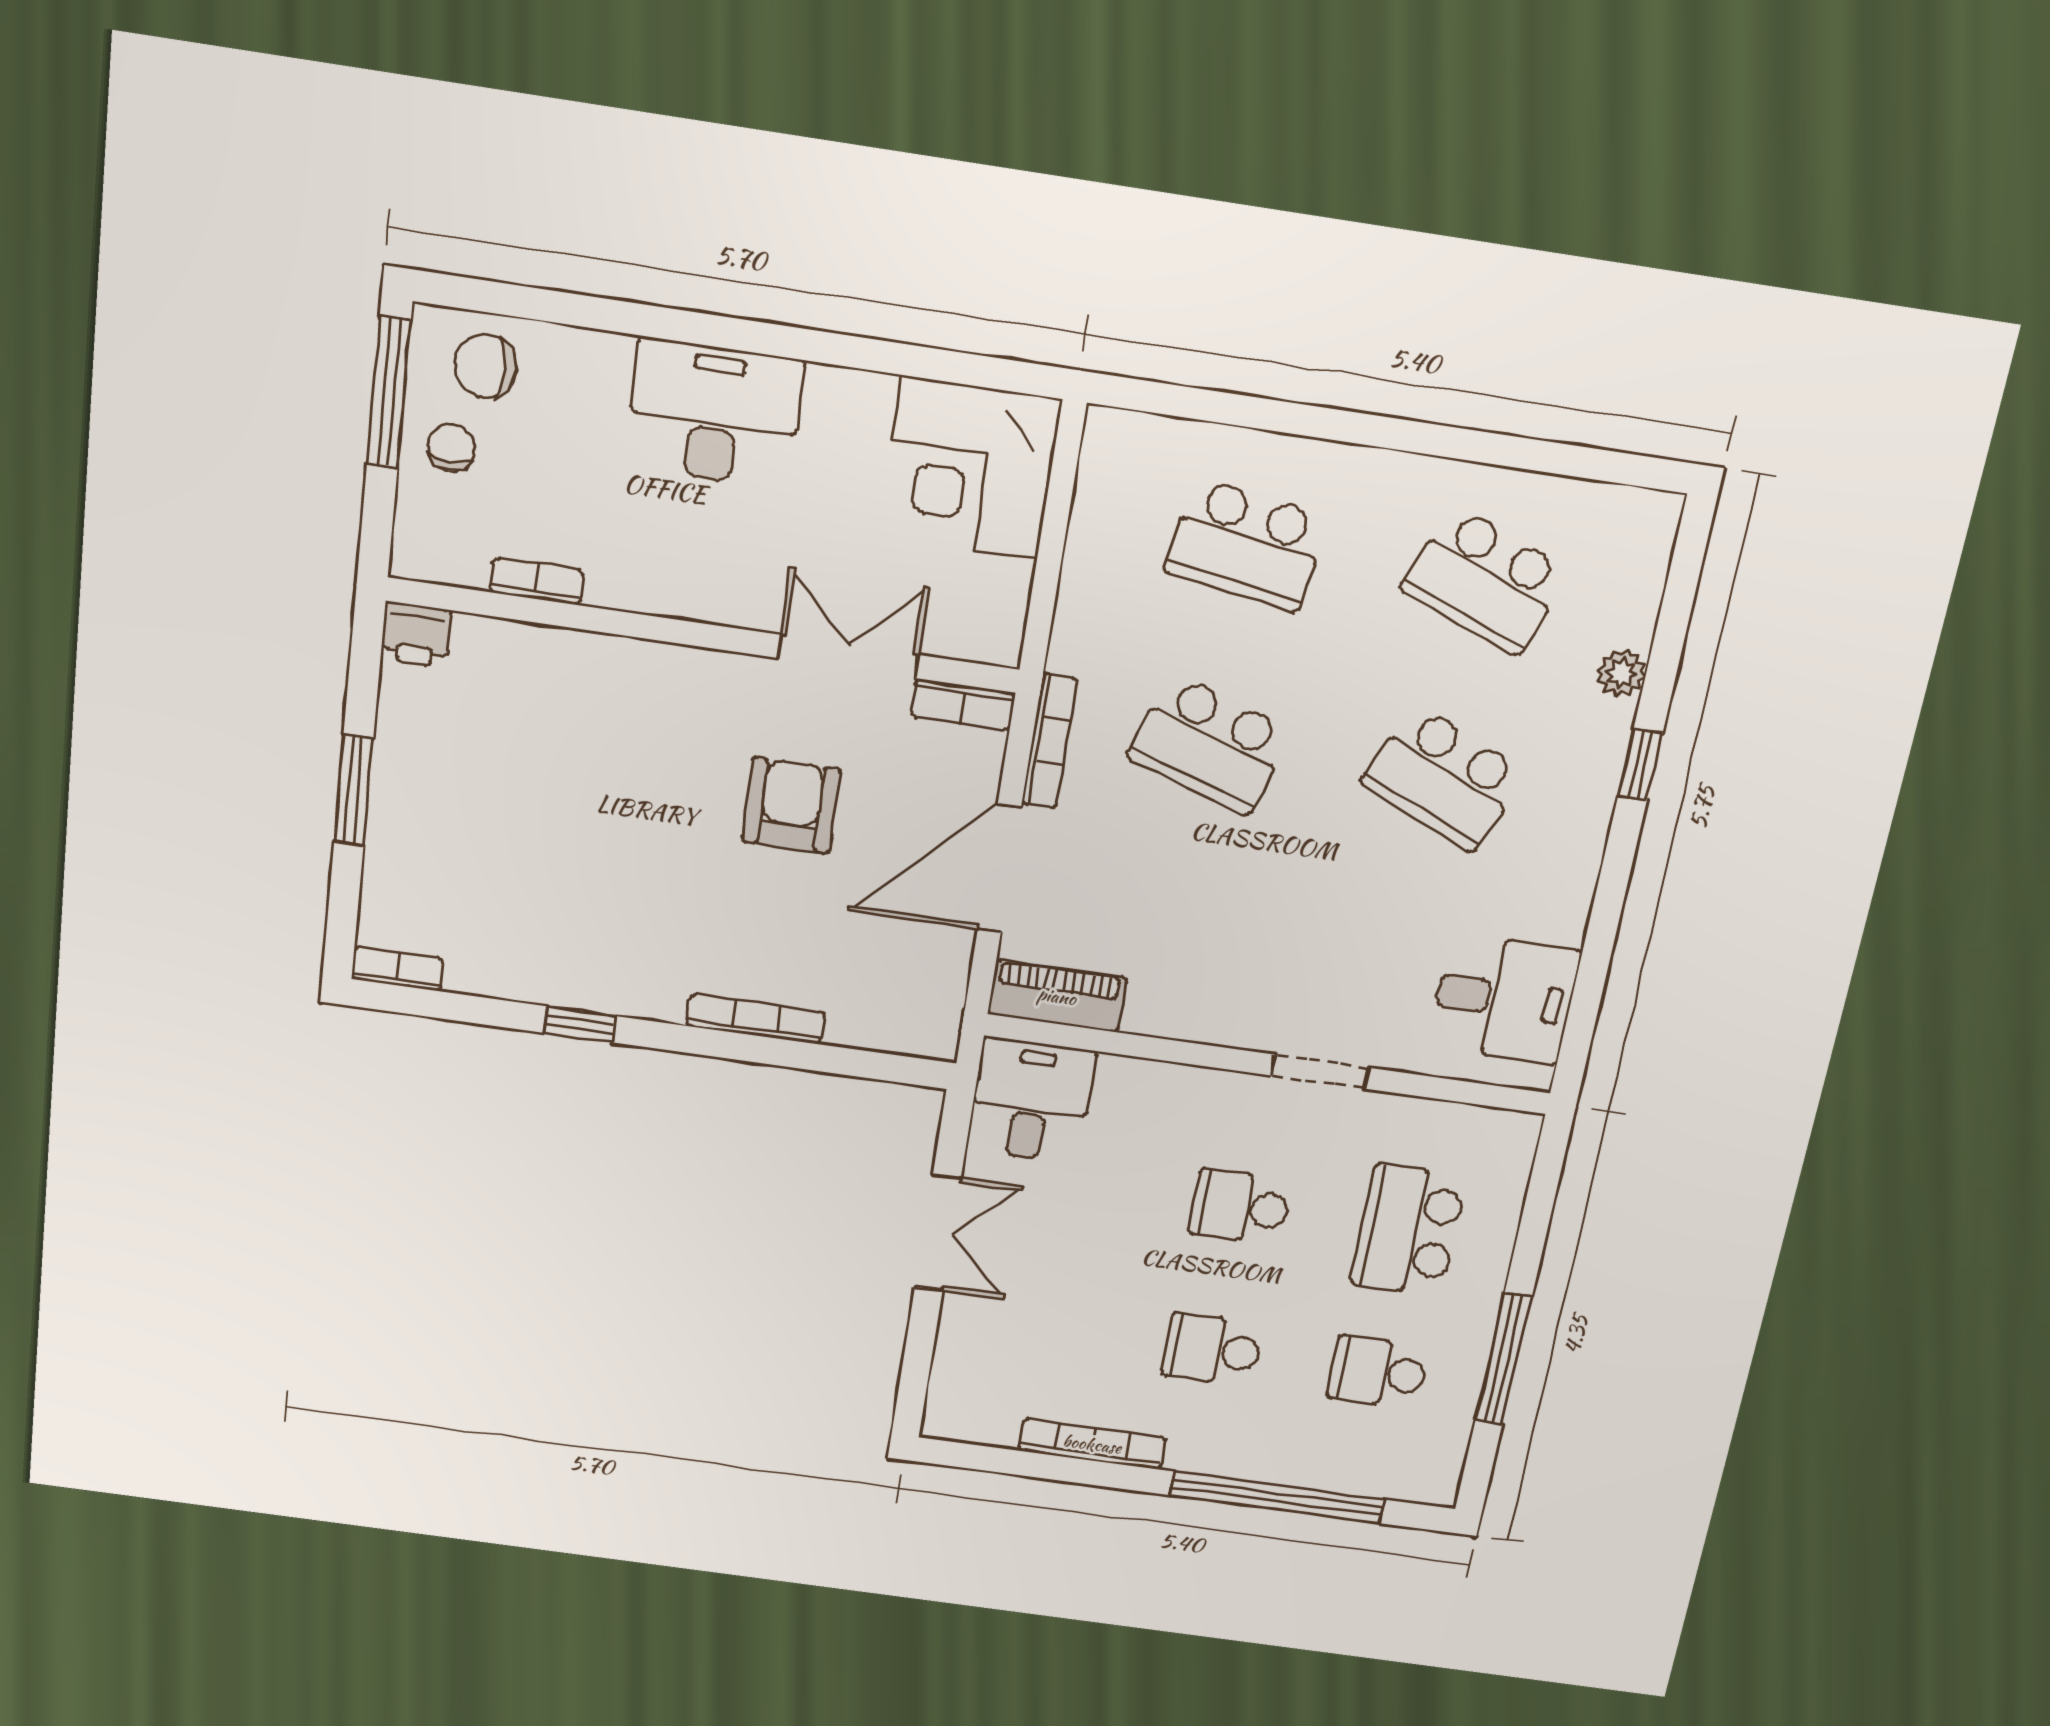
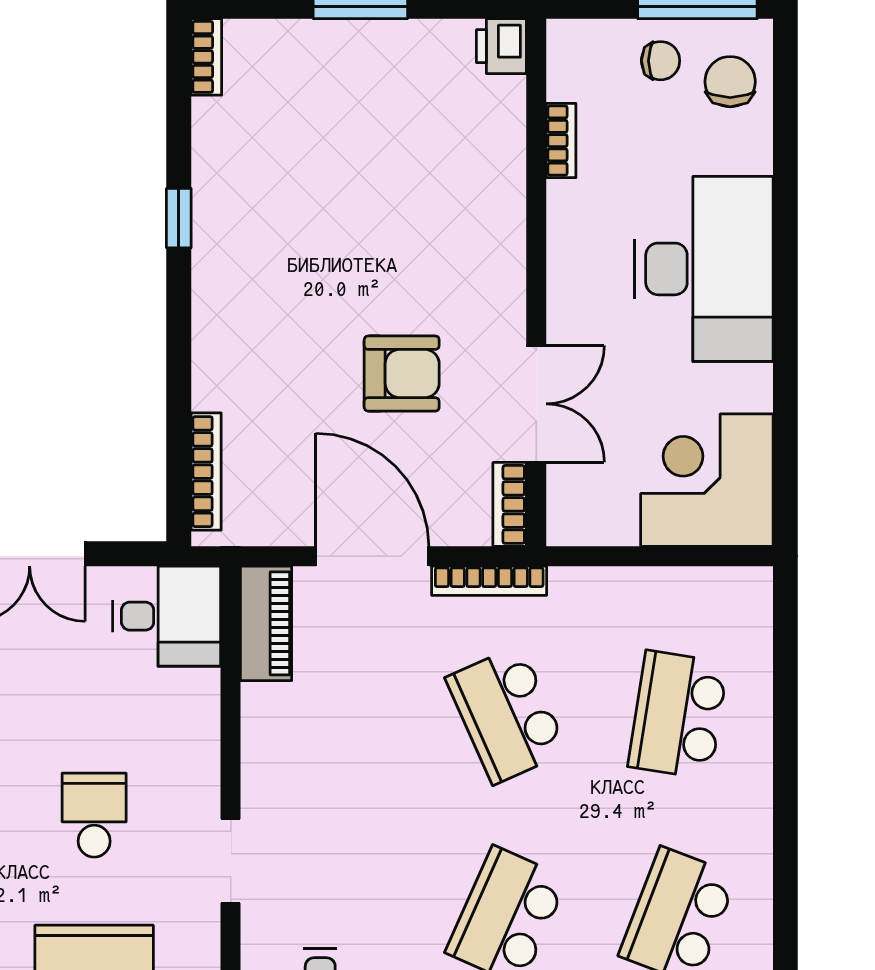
desk: (715, 413) -> (704, 269), width x1.36, depth x1.30
school desk: (1210, 744) -> (507, 715), turned -42
bookcase: (755, 1019) -> (206, 472), moved

